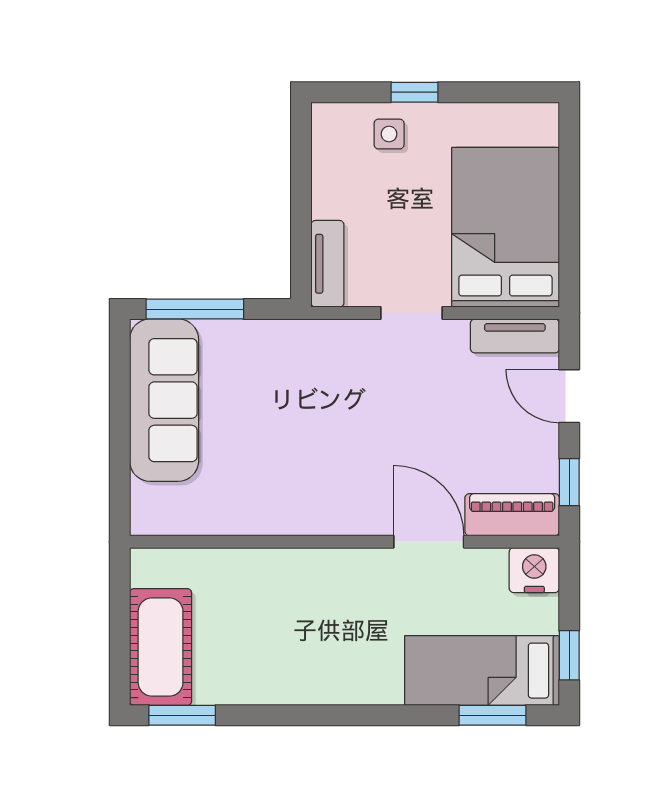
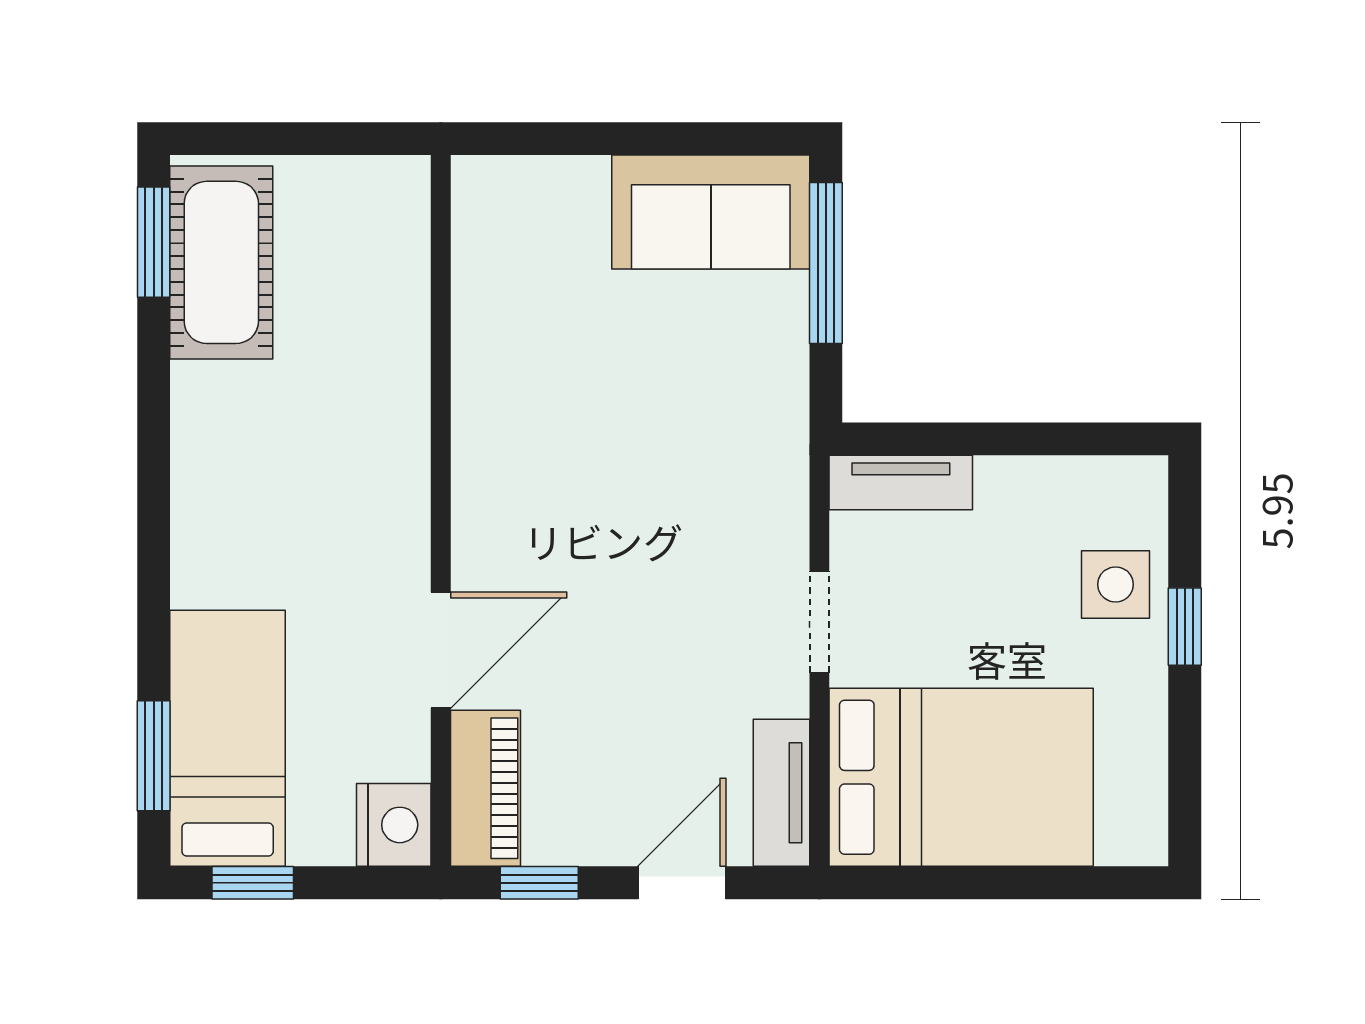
side table: (389, 134) -> (1116, 584), width x1.37, depth x1.37
sofa: (164, 400) -> (711, 212), width x0.73
cot: (161, 647) -> (221, 262), moved, turned 90

